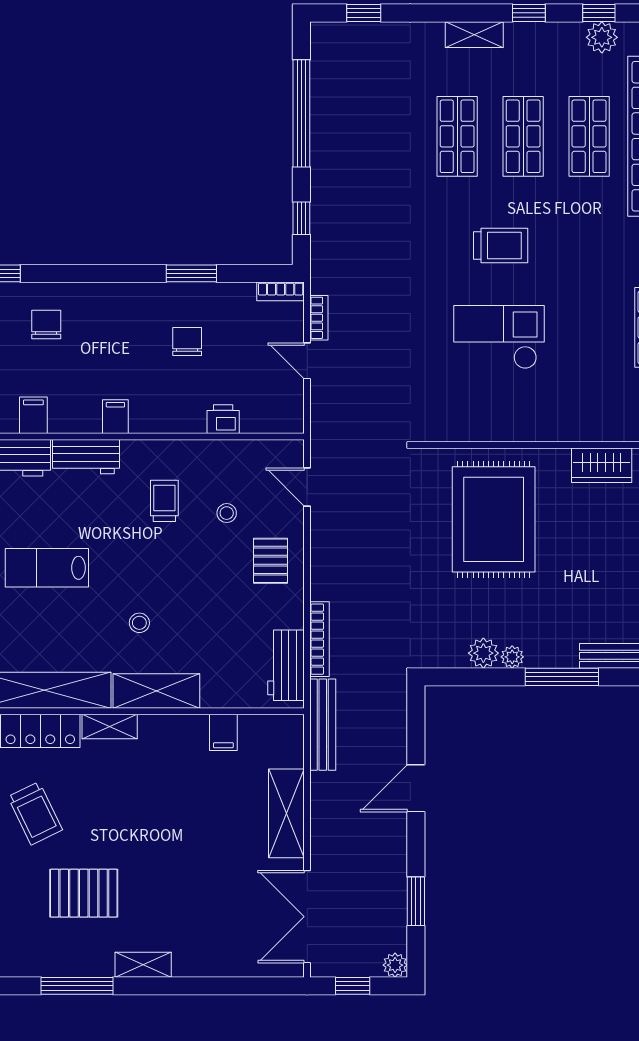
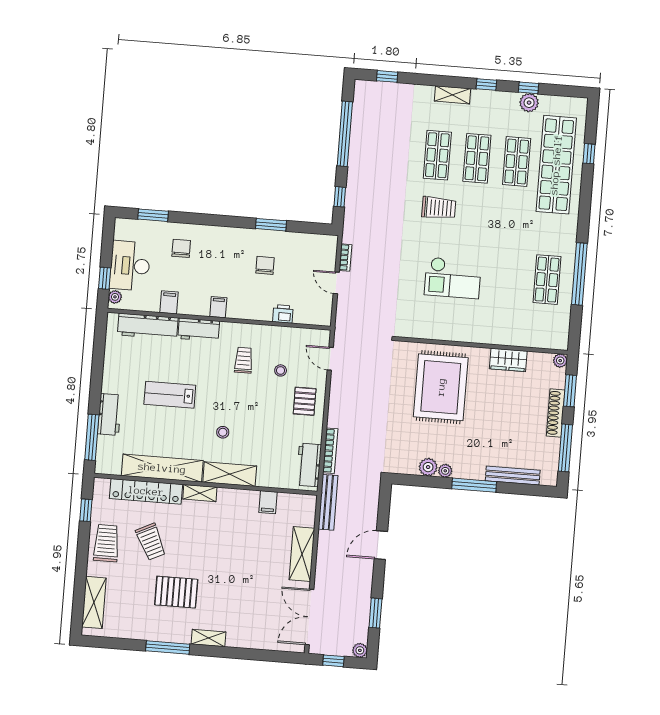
trolley: (501, 246) -> (439, 208), moved
bookcase: (281, 291) -> (324, 240), removed
checkout: (499, 337) -> (453, 278), turned 180

